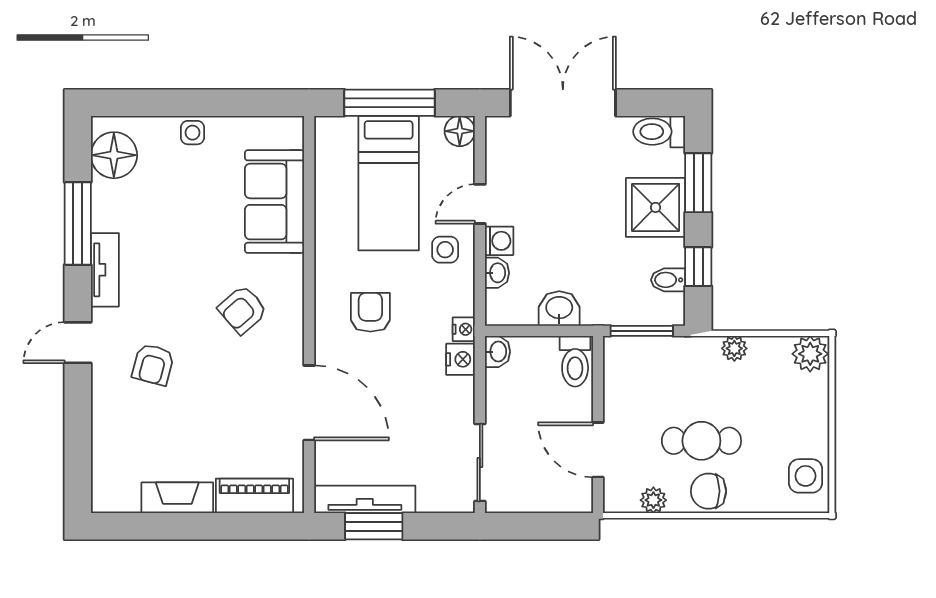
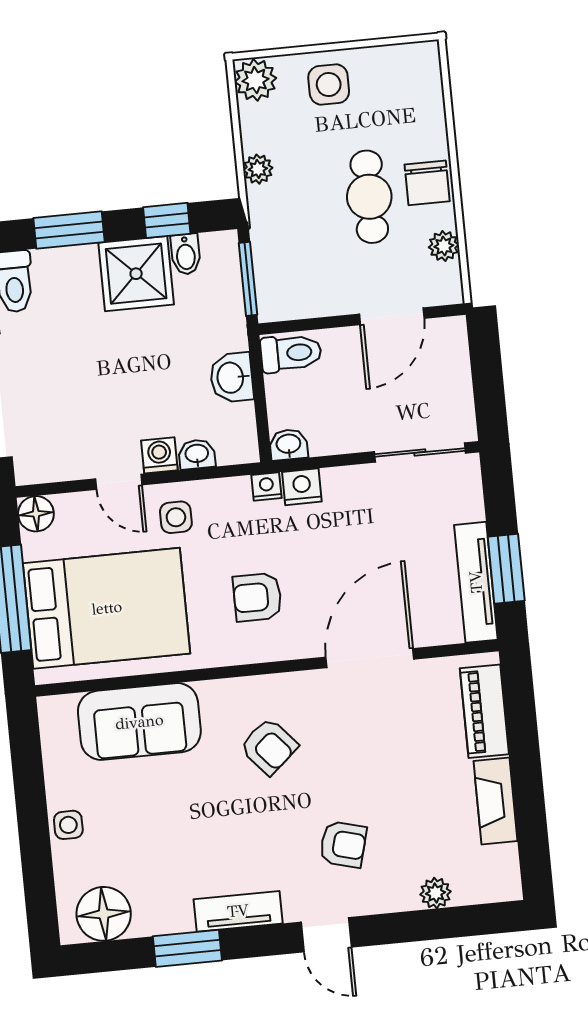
bed: (389, 183) -> (107, 608), width x1.50
shower: (656, 207) -> (136, 274), moved
window: (78, 224) -> (187, 948), width x0.69
plant: (104, 439) -> (436, 893), added
side table: (805, 476) -> (329, 84), moved

